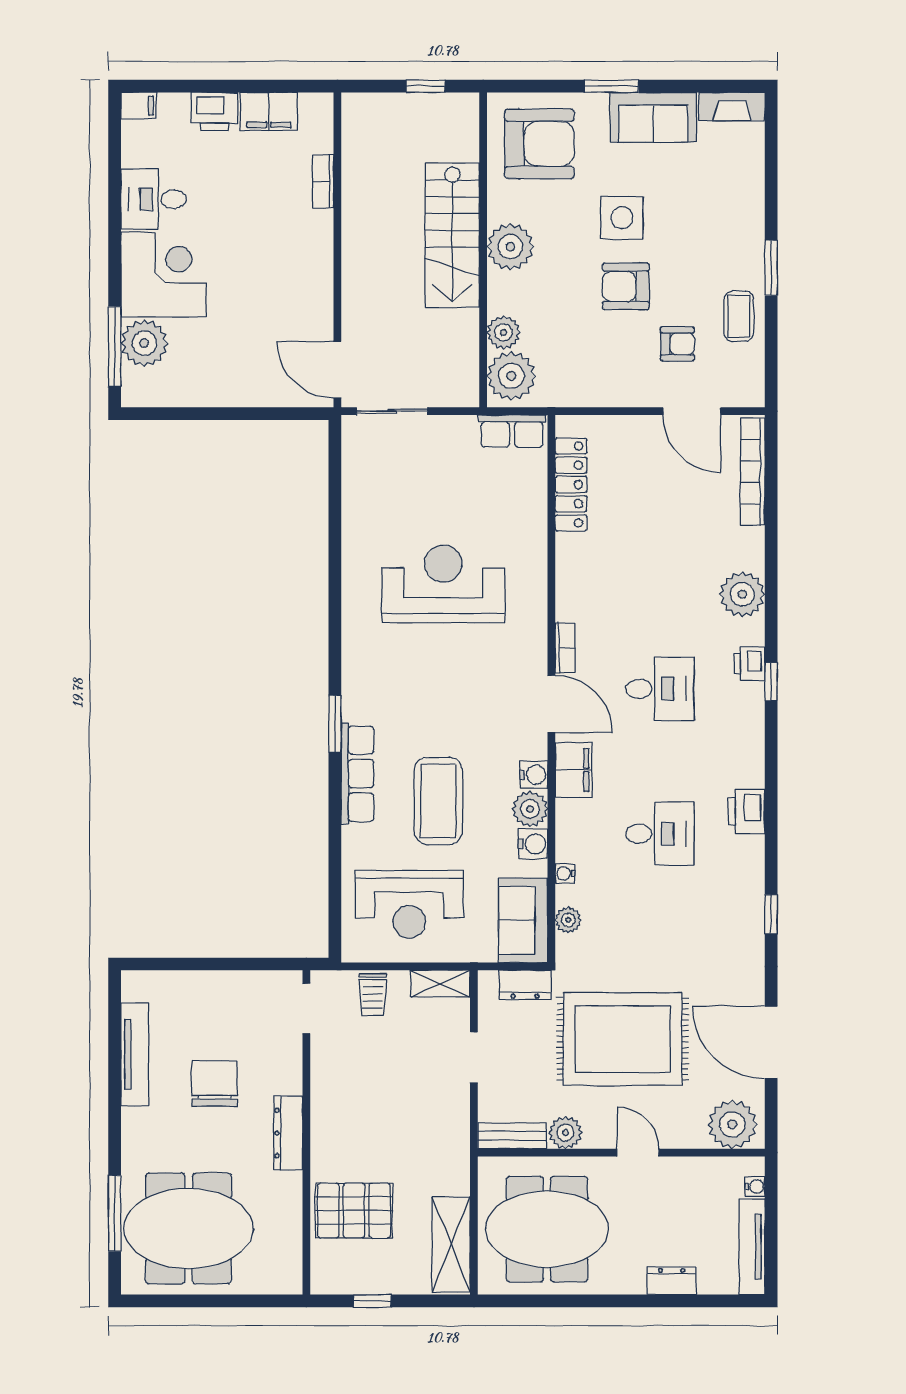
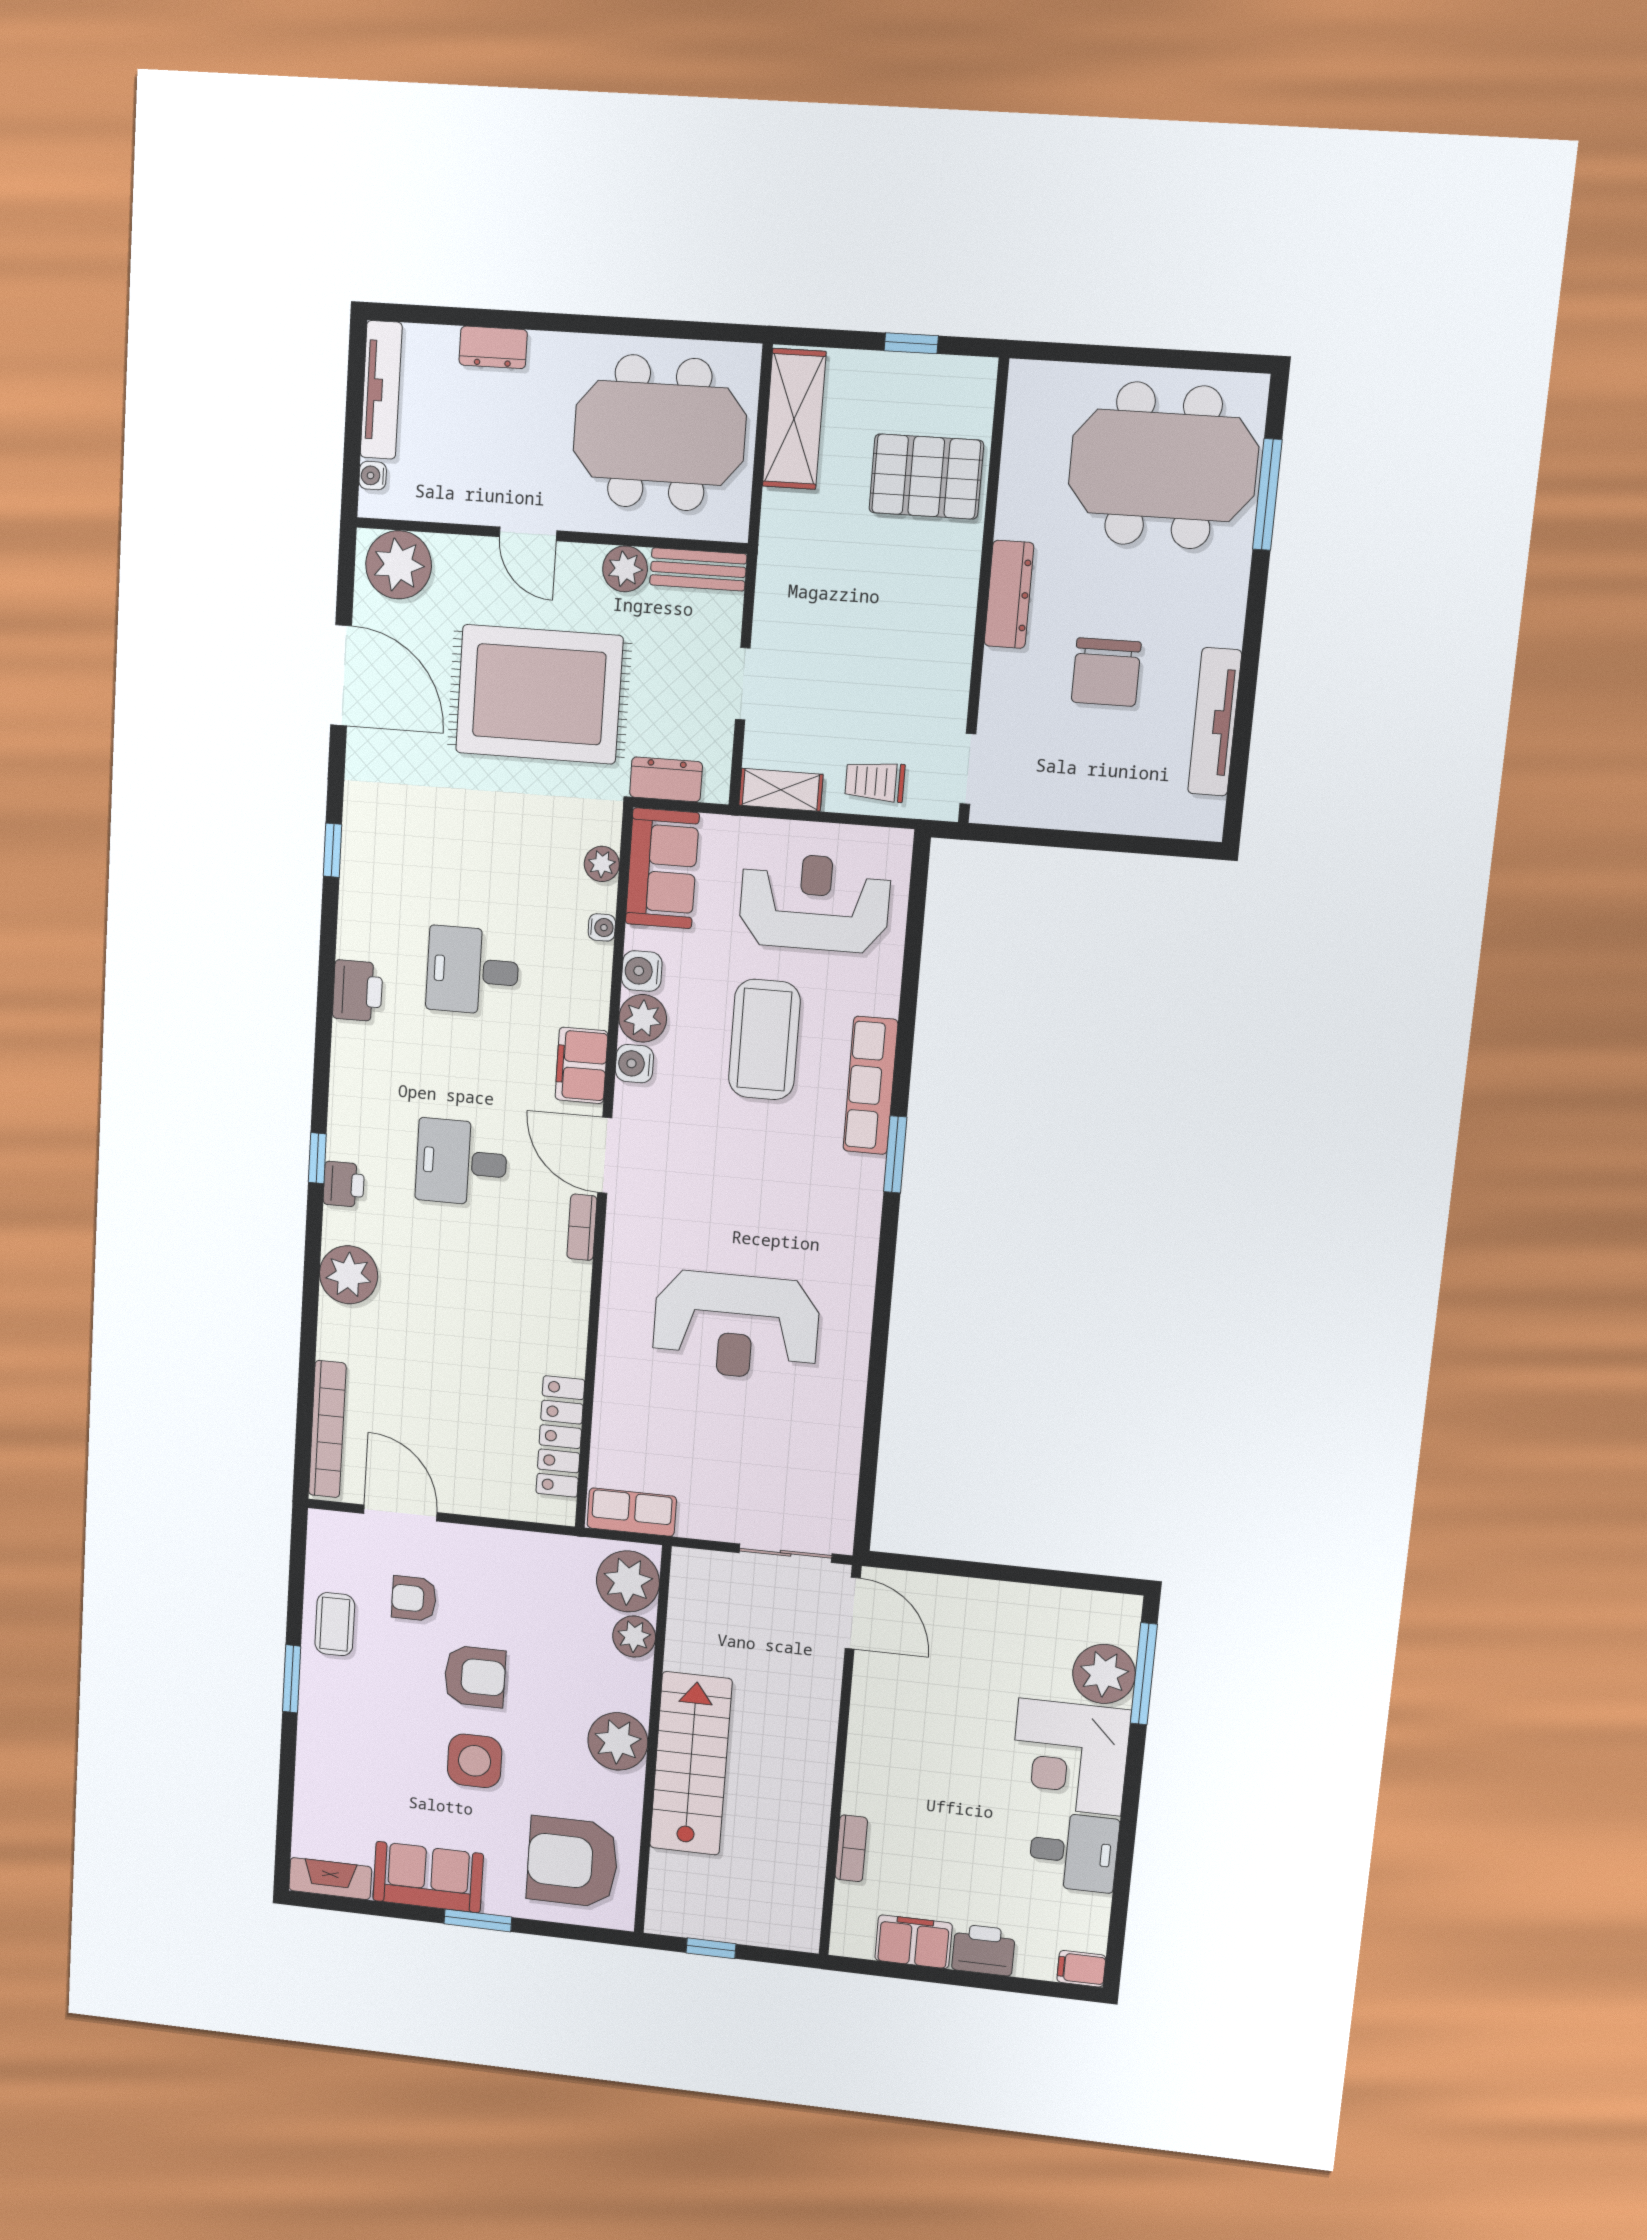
trolley: (373, 995) -> (875, 781), turned -90

